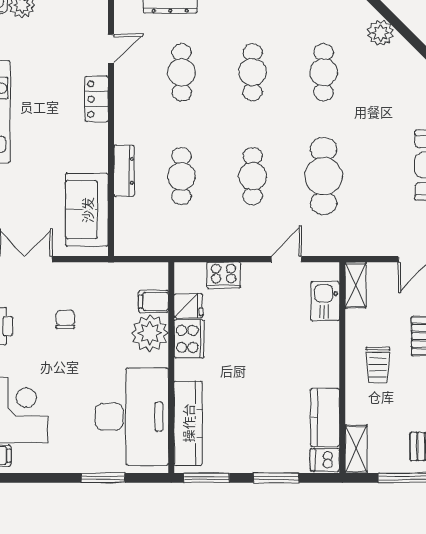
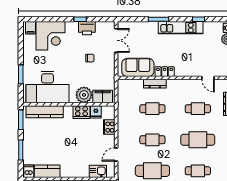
cafe table: (253, 72) -> (198, 140), width x1.37, depth x1.35
locker: (97, 99) -> (165, 72), moved
door: (286, 259) -> (116, 154), swing flipped
filing cabinet: (154, 302) -> (103, 97), width x2.00

